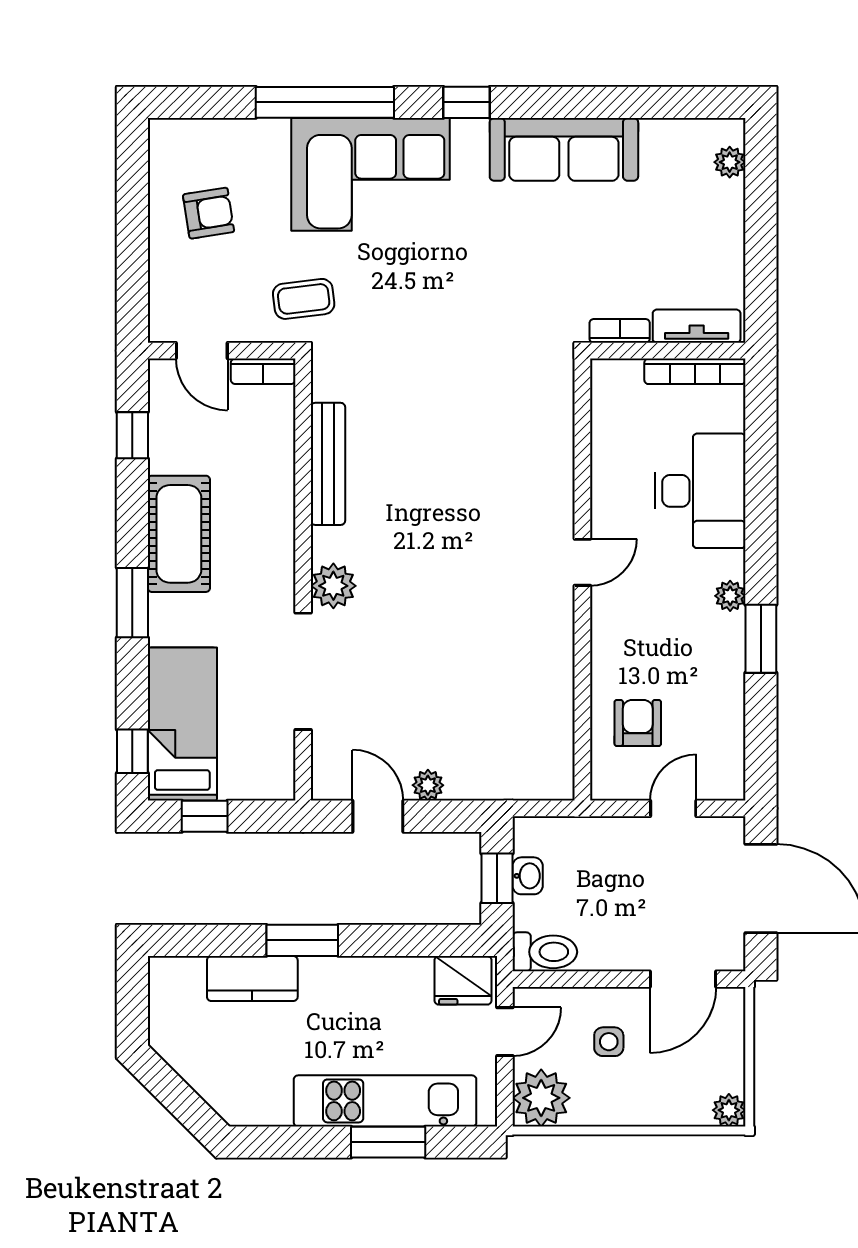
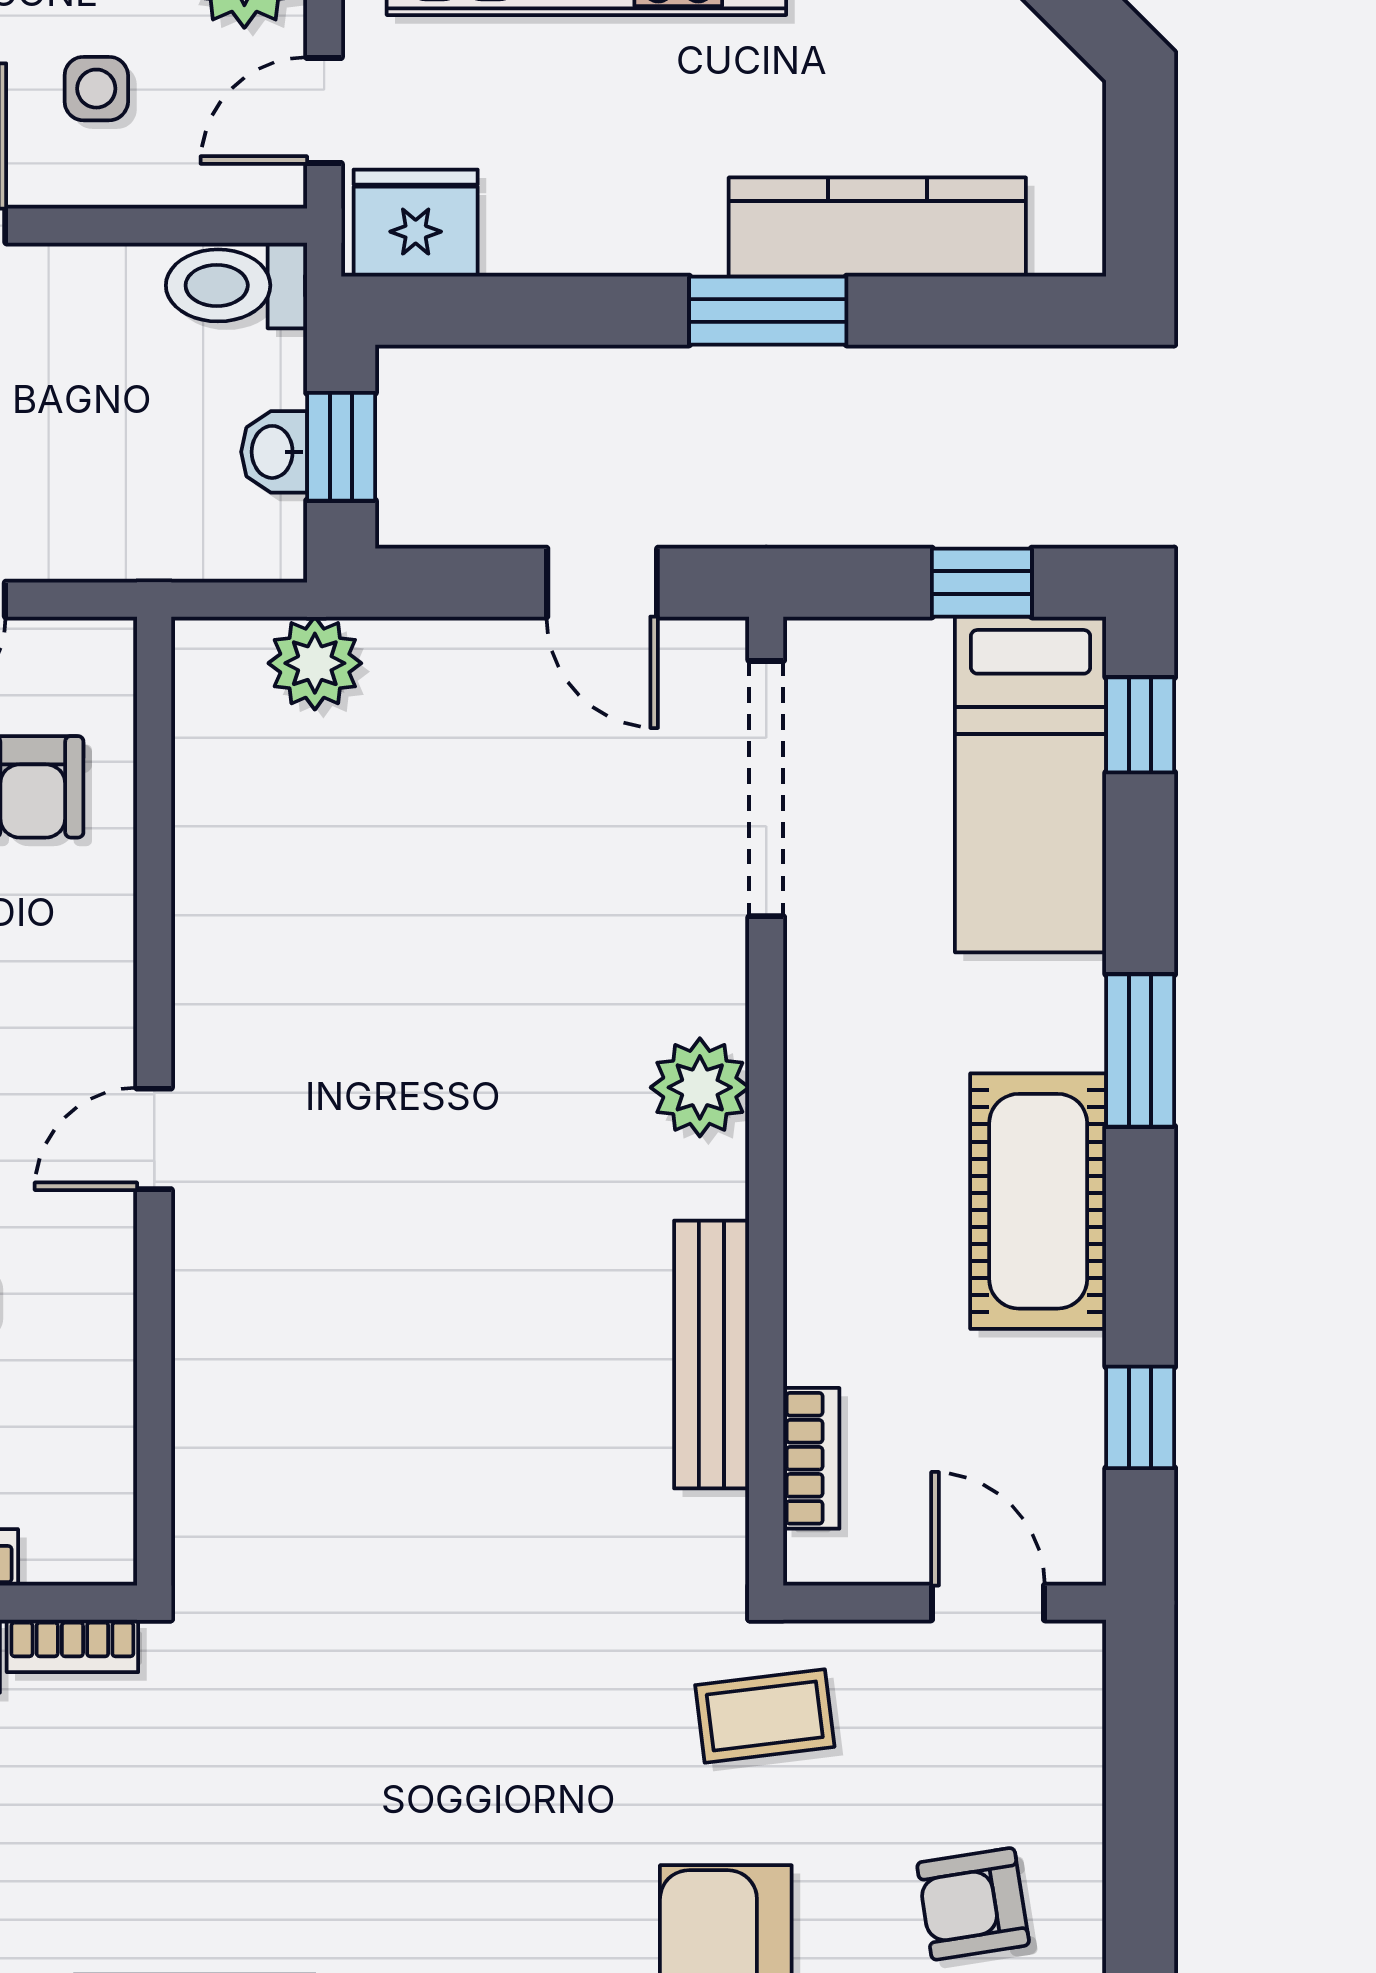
bookcase: (263, 371) -> (811, 1458), moved, turned 90
doorway: (303, 671) -> (766, 789), moved
plant: (428, 785) -> (315, 663), moved, width x1.38, depth x1.38
kitchen counter: (252, 979) -> (877, 227), width x1.50

